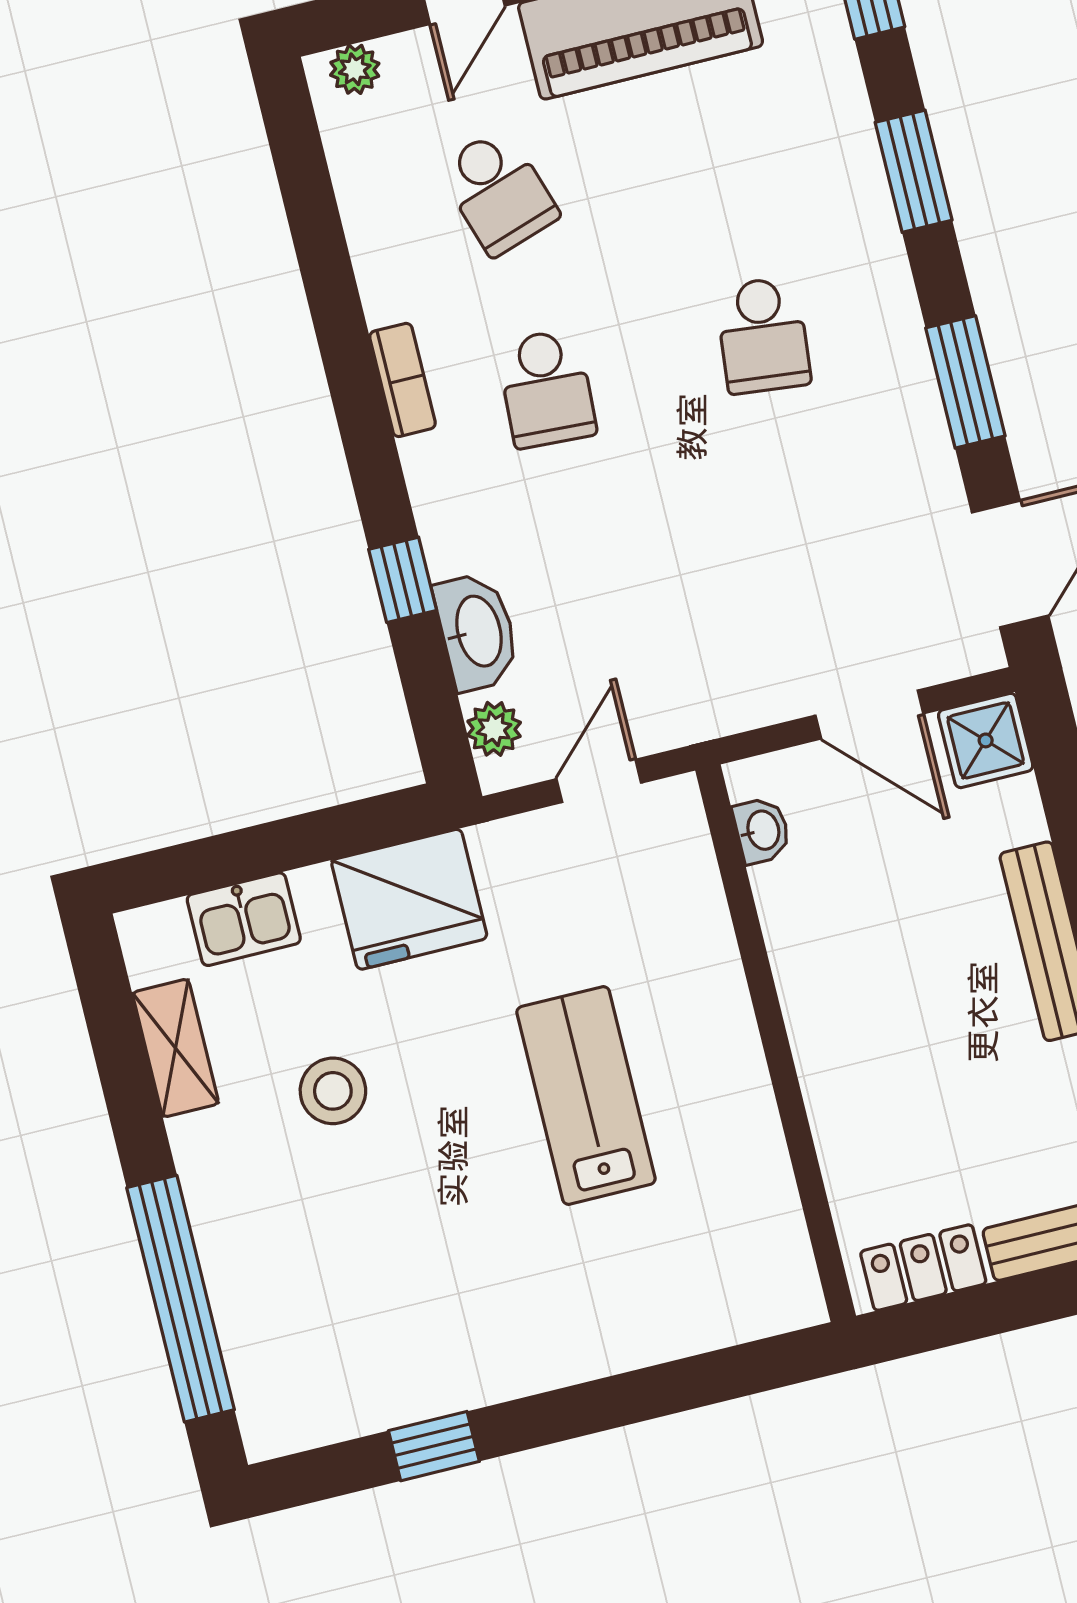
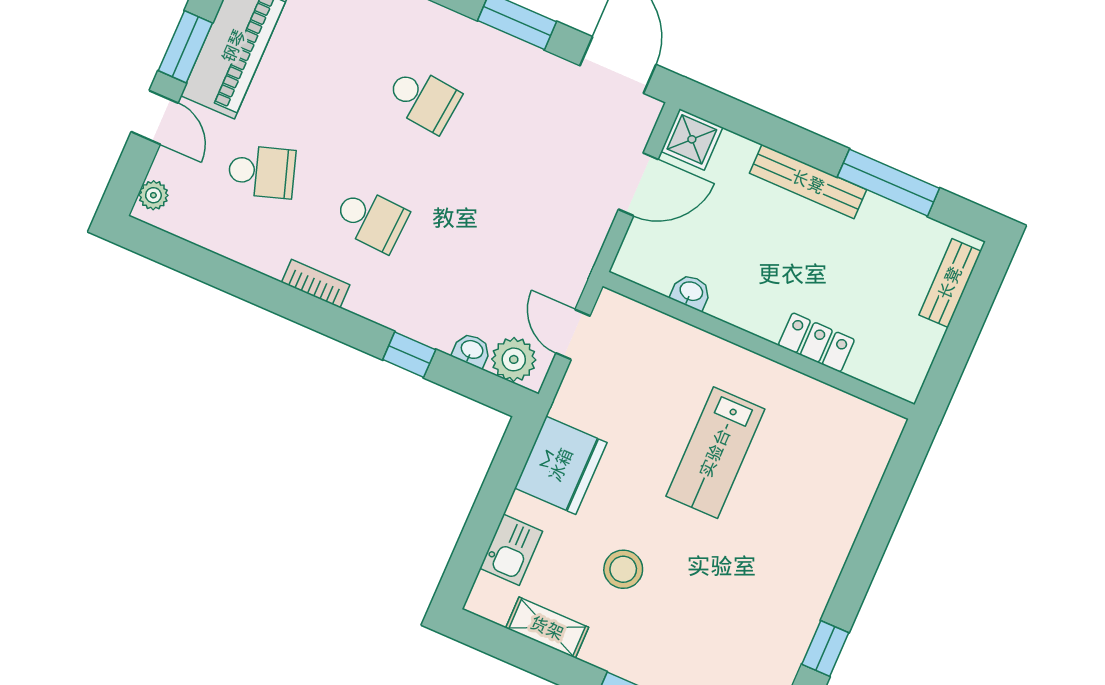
washbasin: (477, 632) -> (472, 350), width x0.52, depth x0.69
plant: (494, 729) -> (514, 359), width x1.38, depth x1.38
washbasin: (762, 830) -> (691, 292), moved
lab bench: (586, 1095) -> (715, 453), turned -90
locker: (923, 1268) -> (816, 342), moved, turned 90

